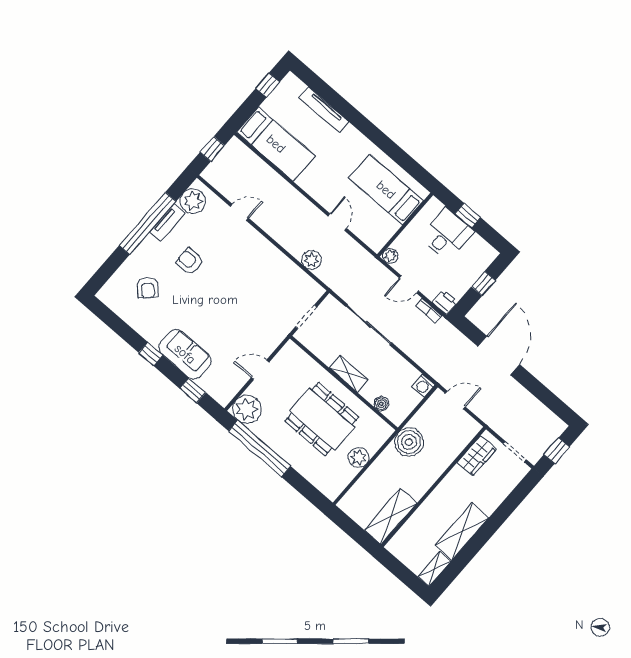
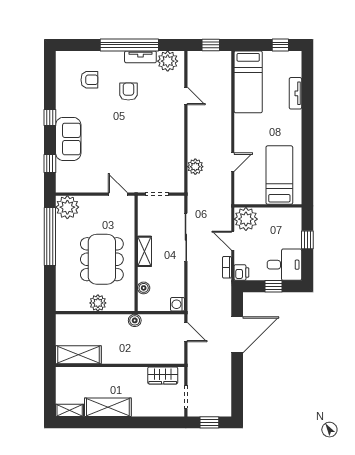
tv unit: (324, 110) -> (295, 93), width x0.71
desk: (447, 234) -> (284, 265), moved
plant: (390, 256) -> (246, 219), width x1.88, depth x1.88
armchair: (148, 288) -> (89, 80), turned -136
door: (260, 370) -> (118, 194), moved
boiler: (409, 442) -> (135, 320), width x0.54, depth x0.54

